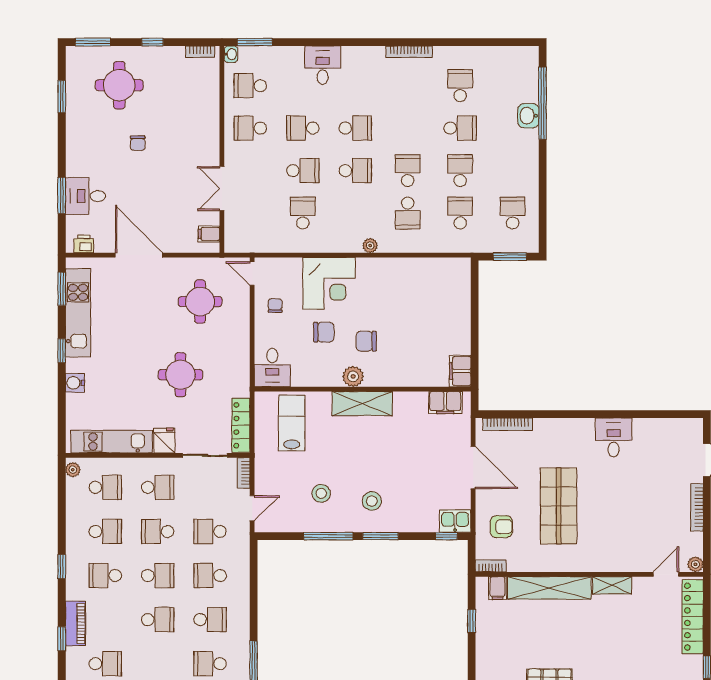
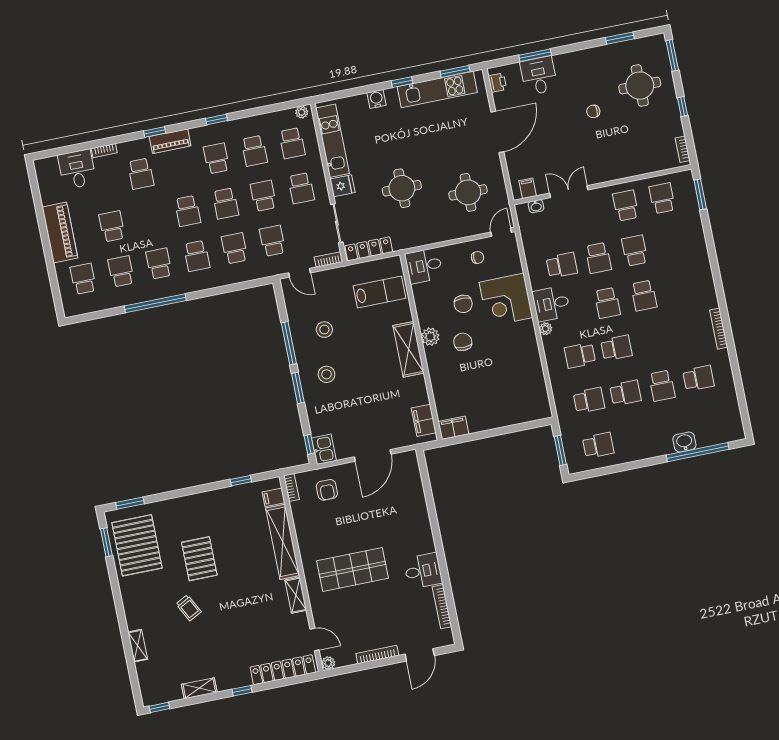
washbasin: (231, 54) -> (536, 206), moved
desk: (323, 65) -> (551, 304), moved, turned 180
bookcase: (507, 424) -> (442, 607), moved
shop shelf: (559, 506) -> (352, 569), moved

